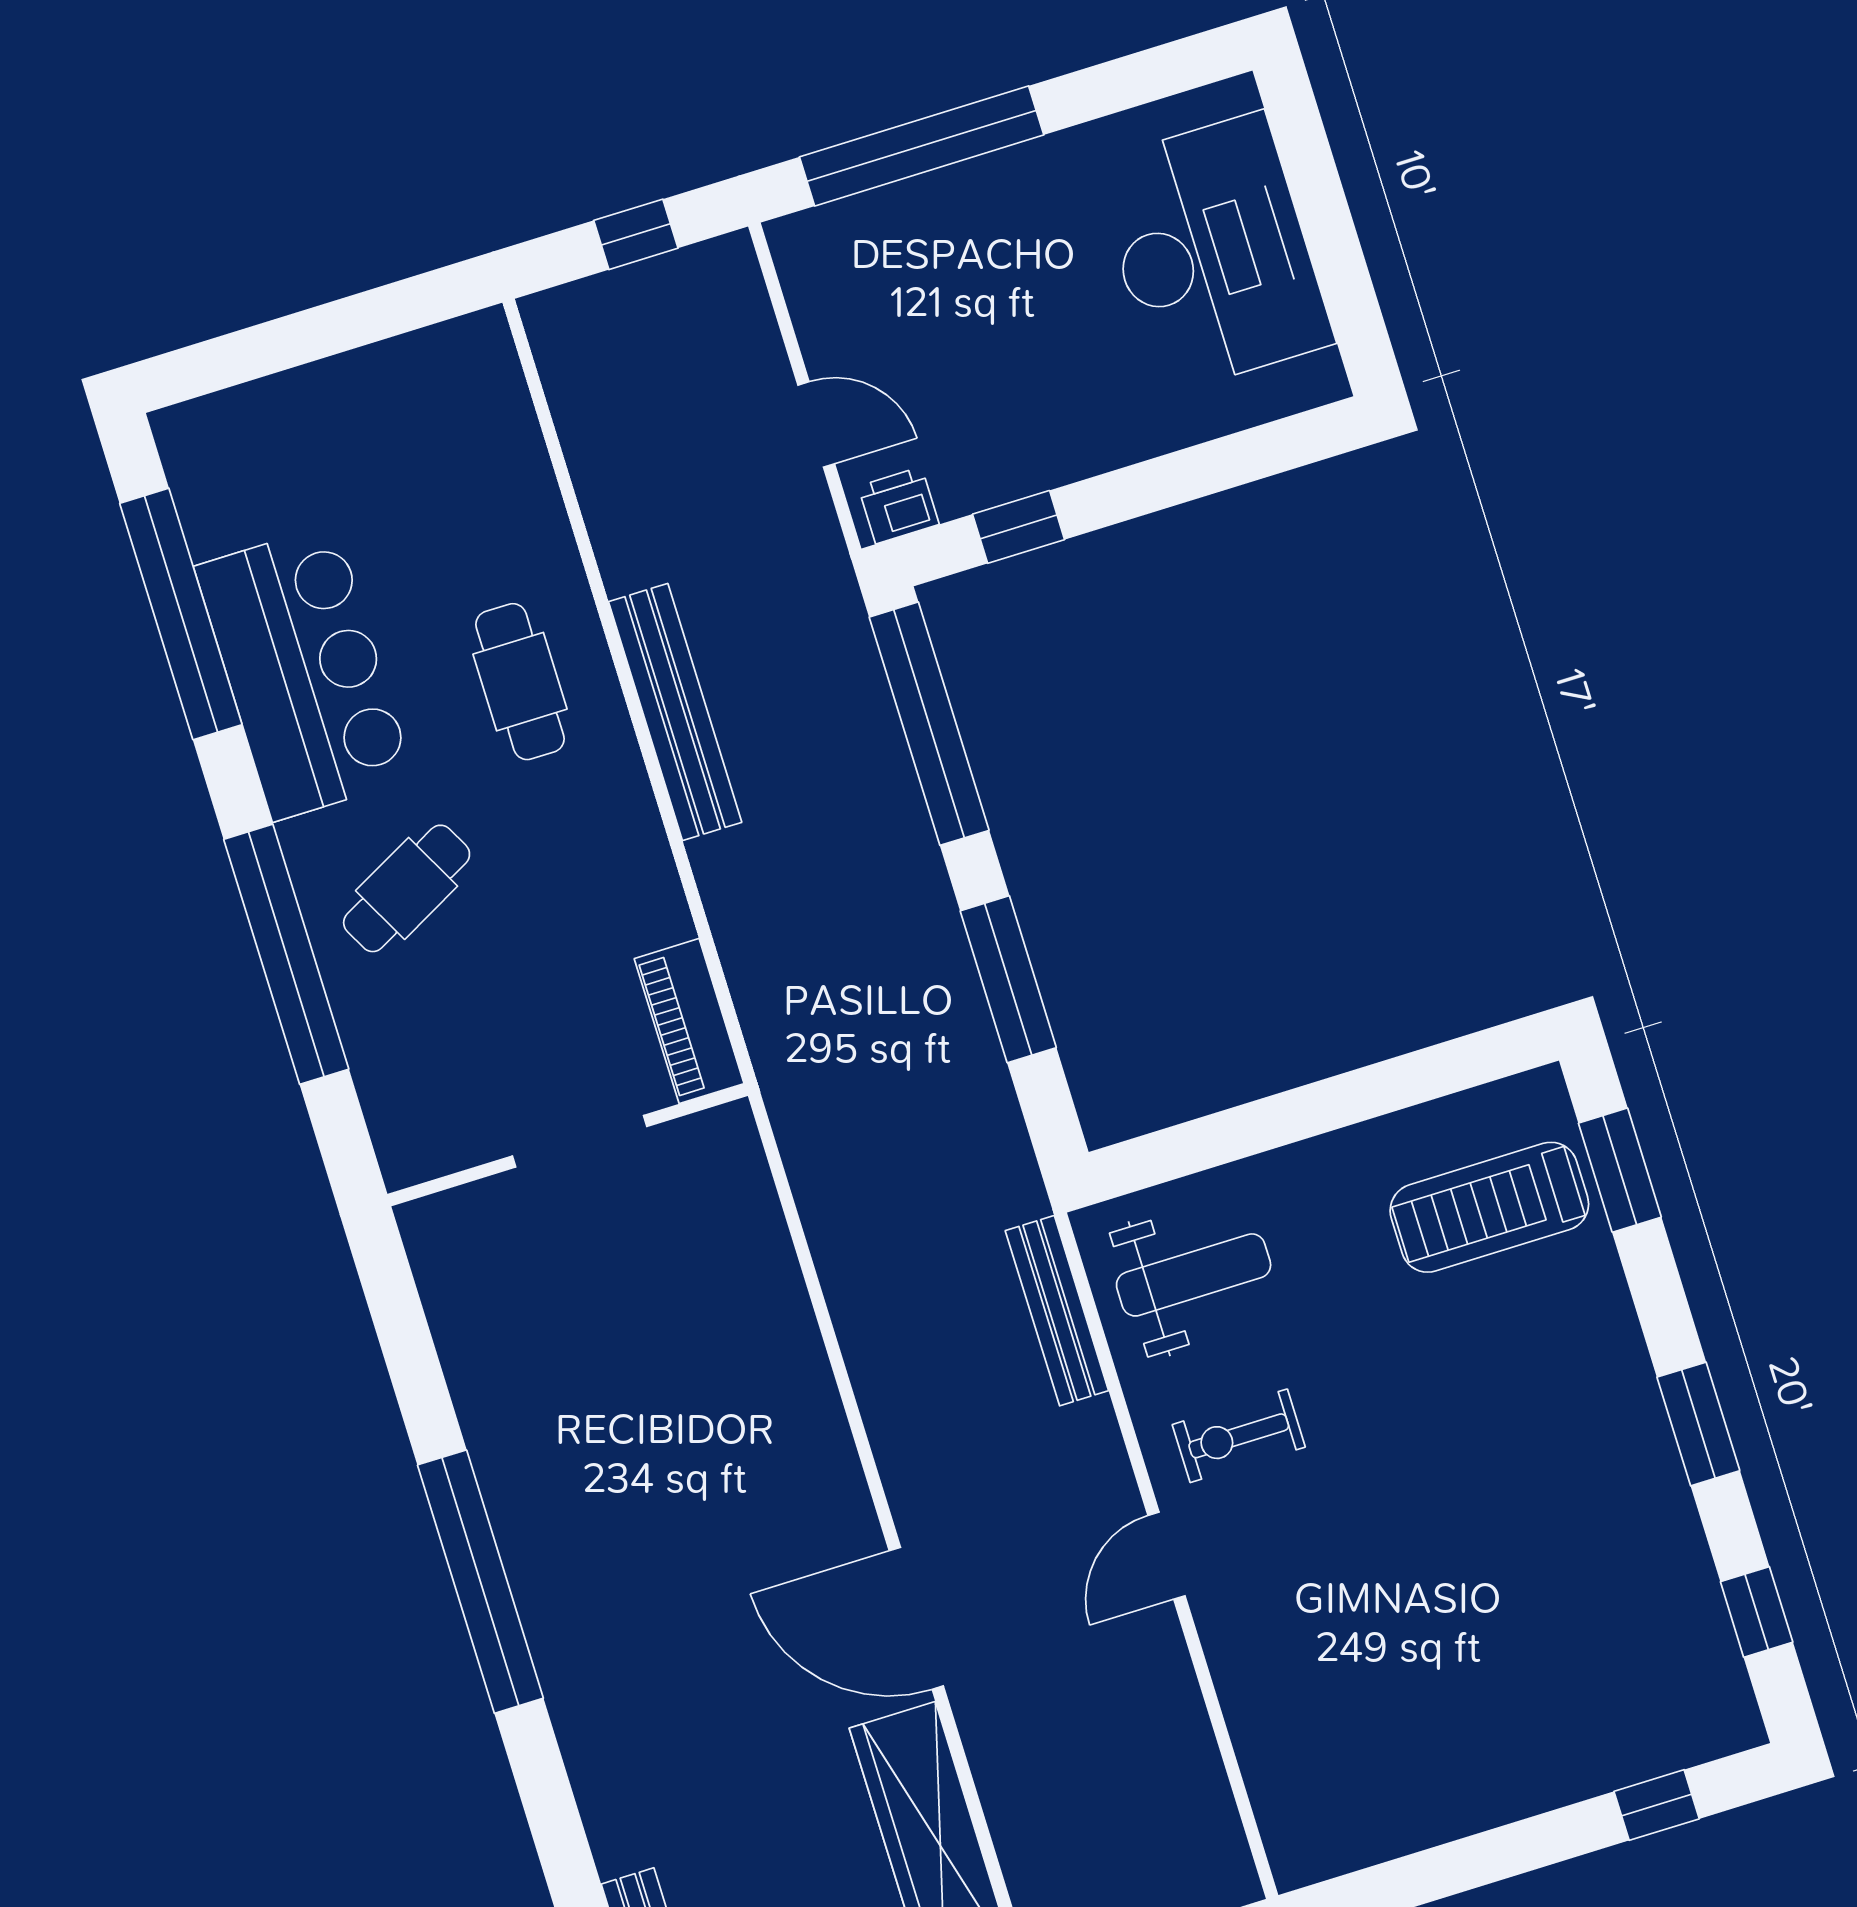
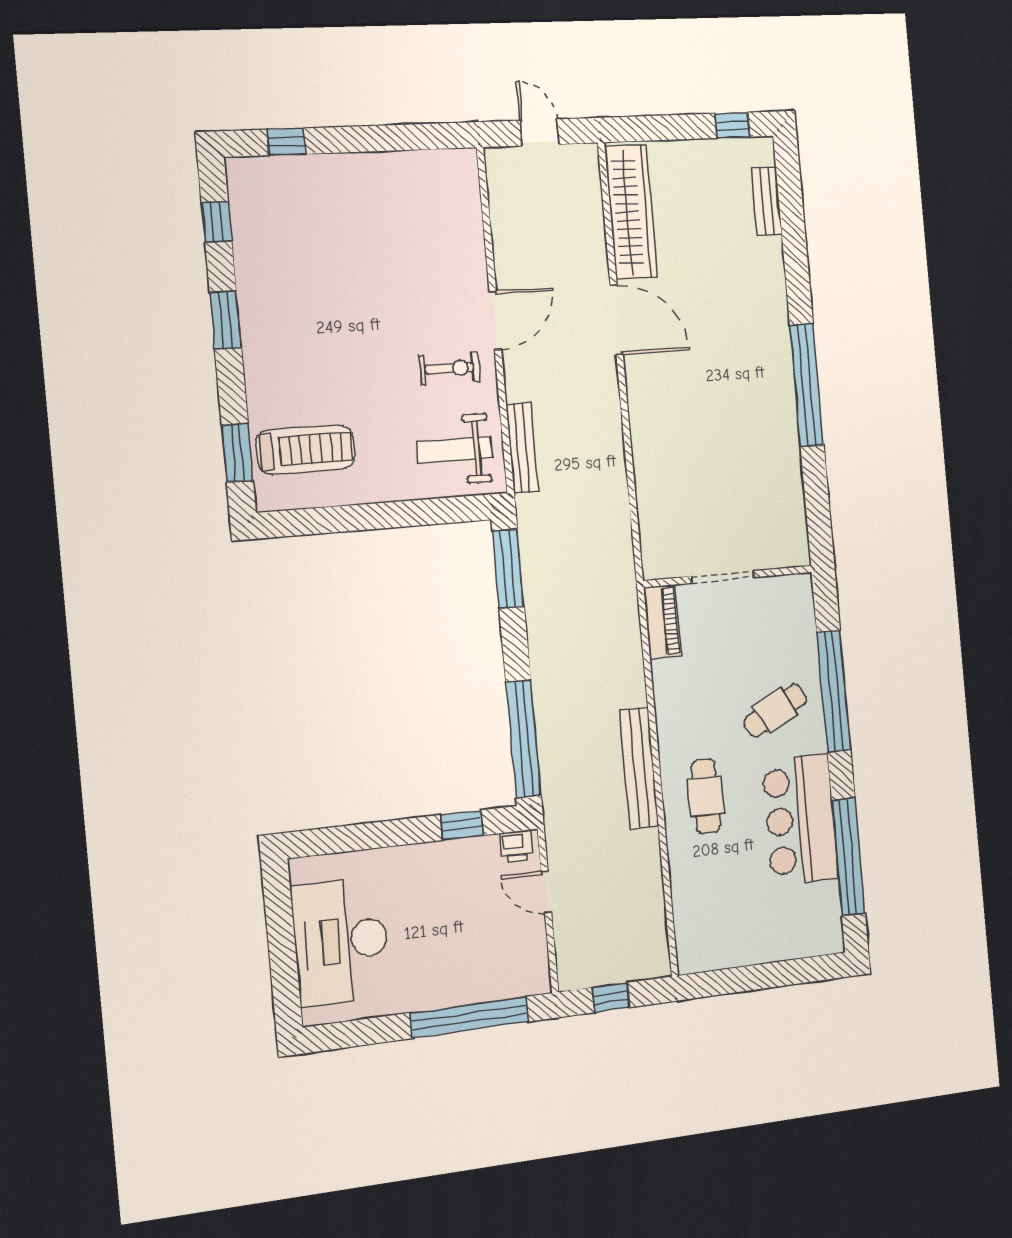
window: (1008, 979) -> (508, 569), moved
door: (1166, 1556) -> (495, 320), width x1.38

